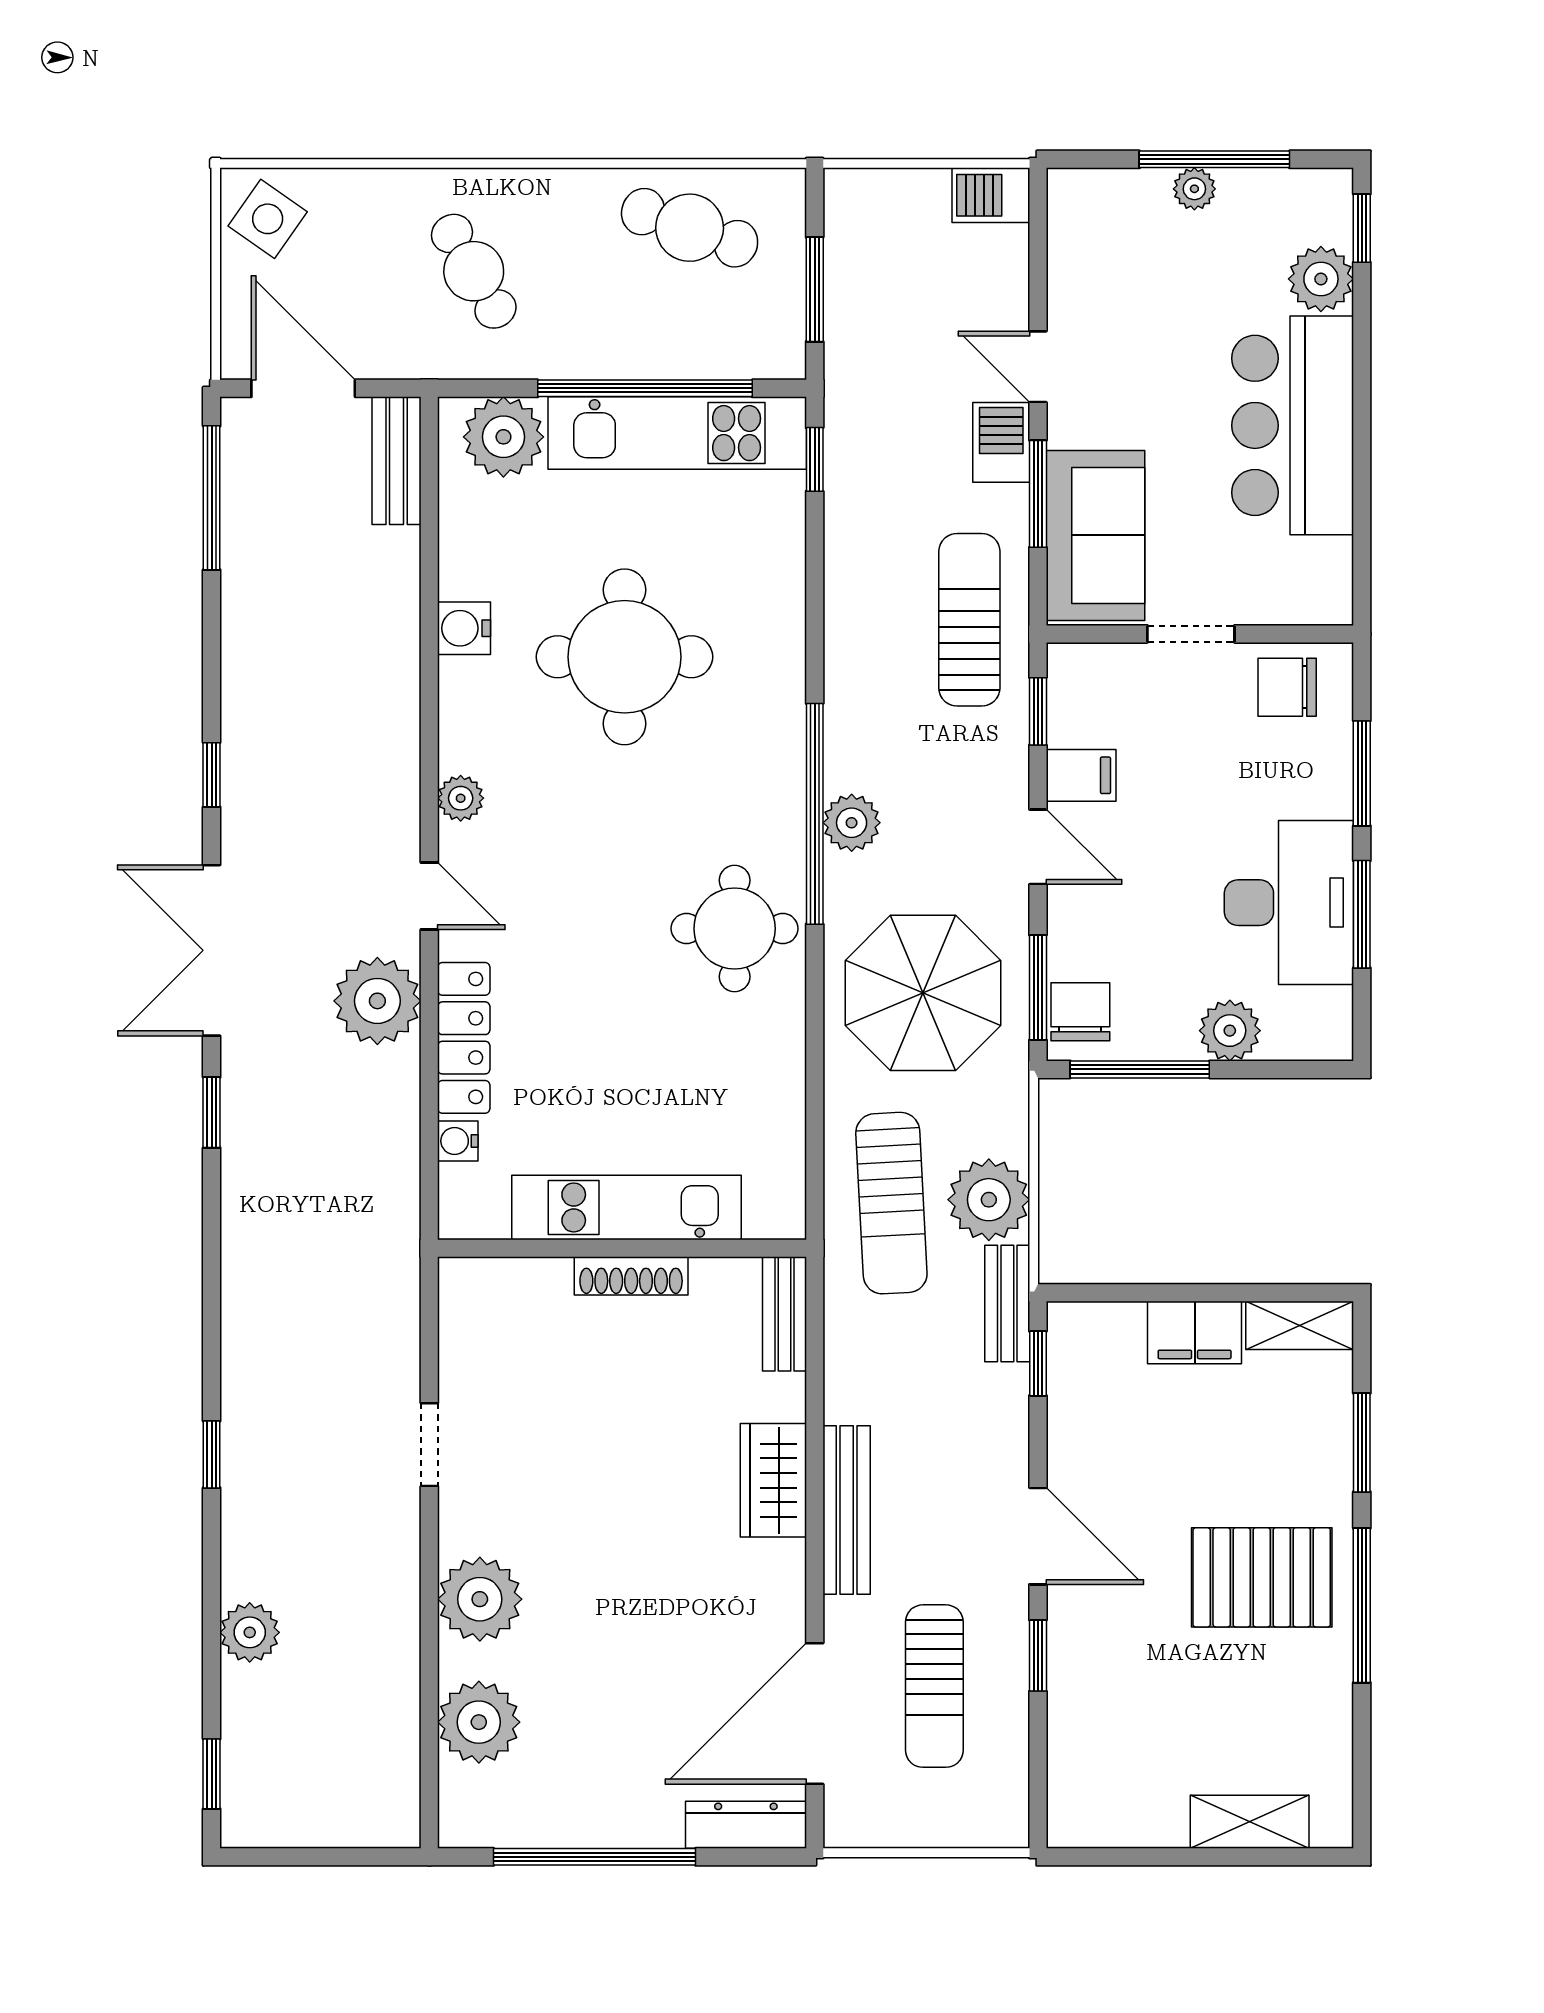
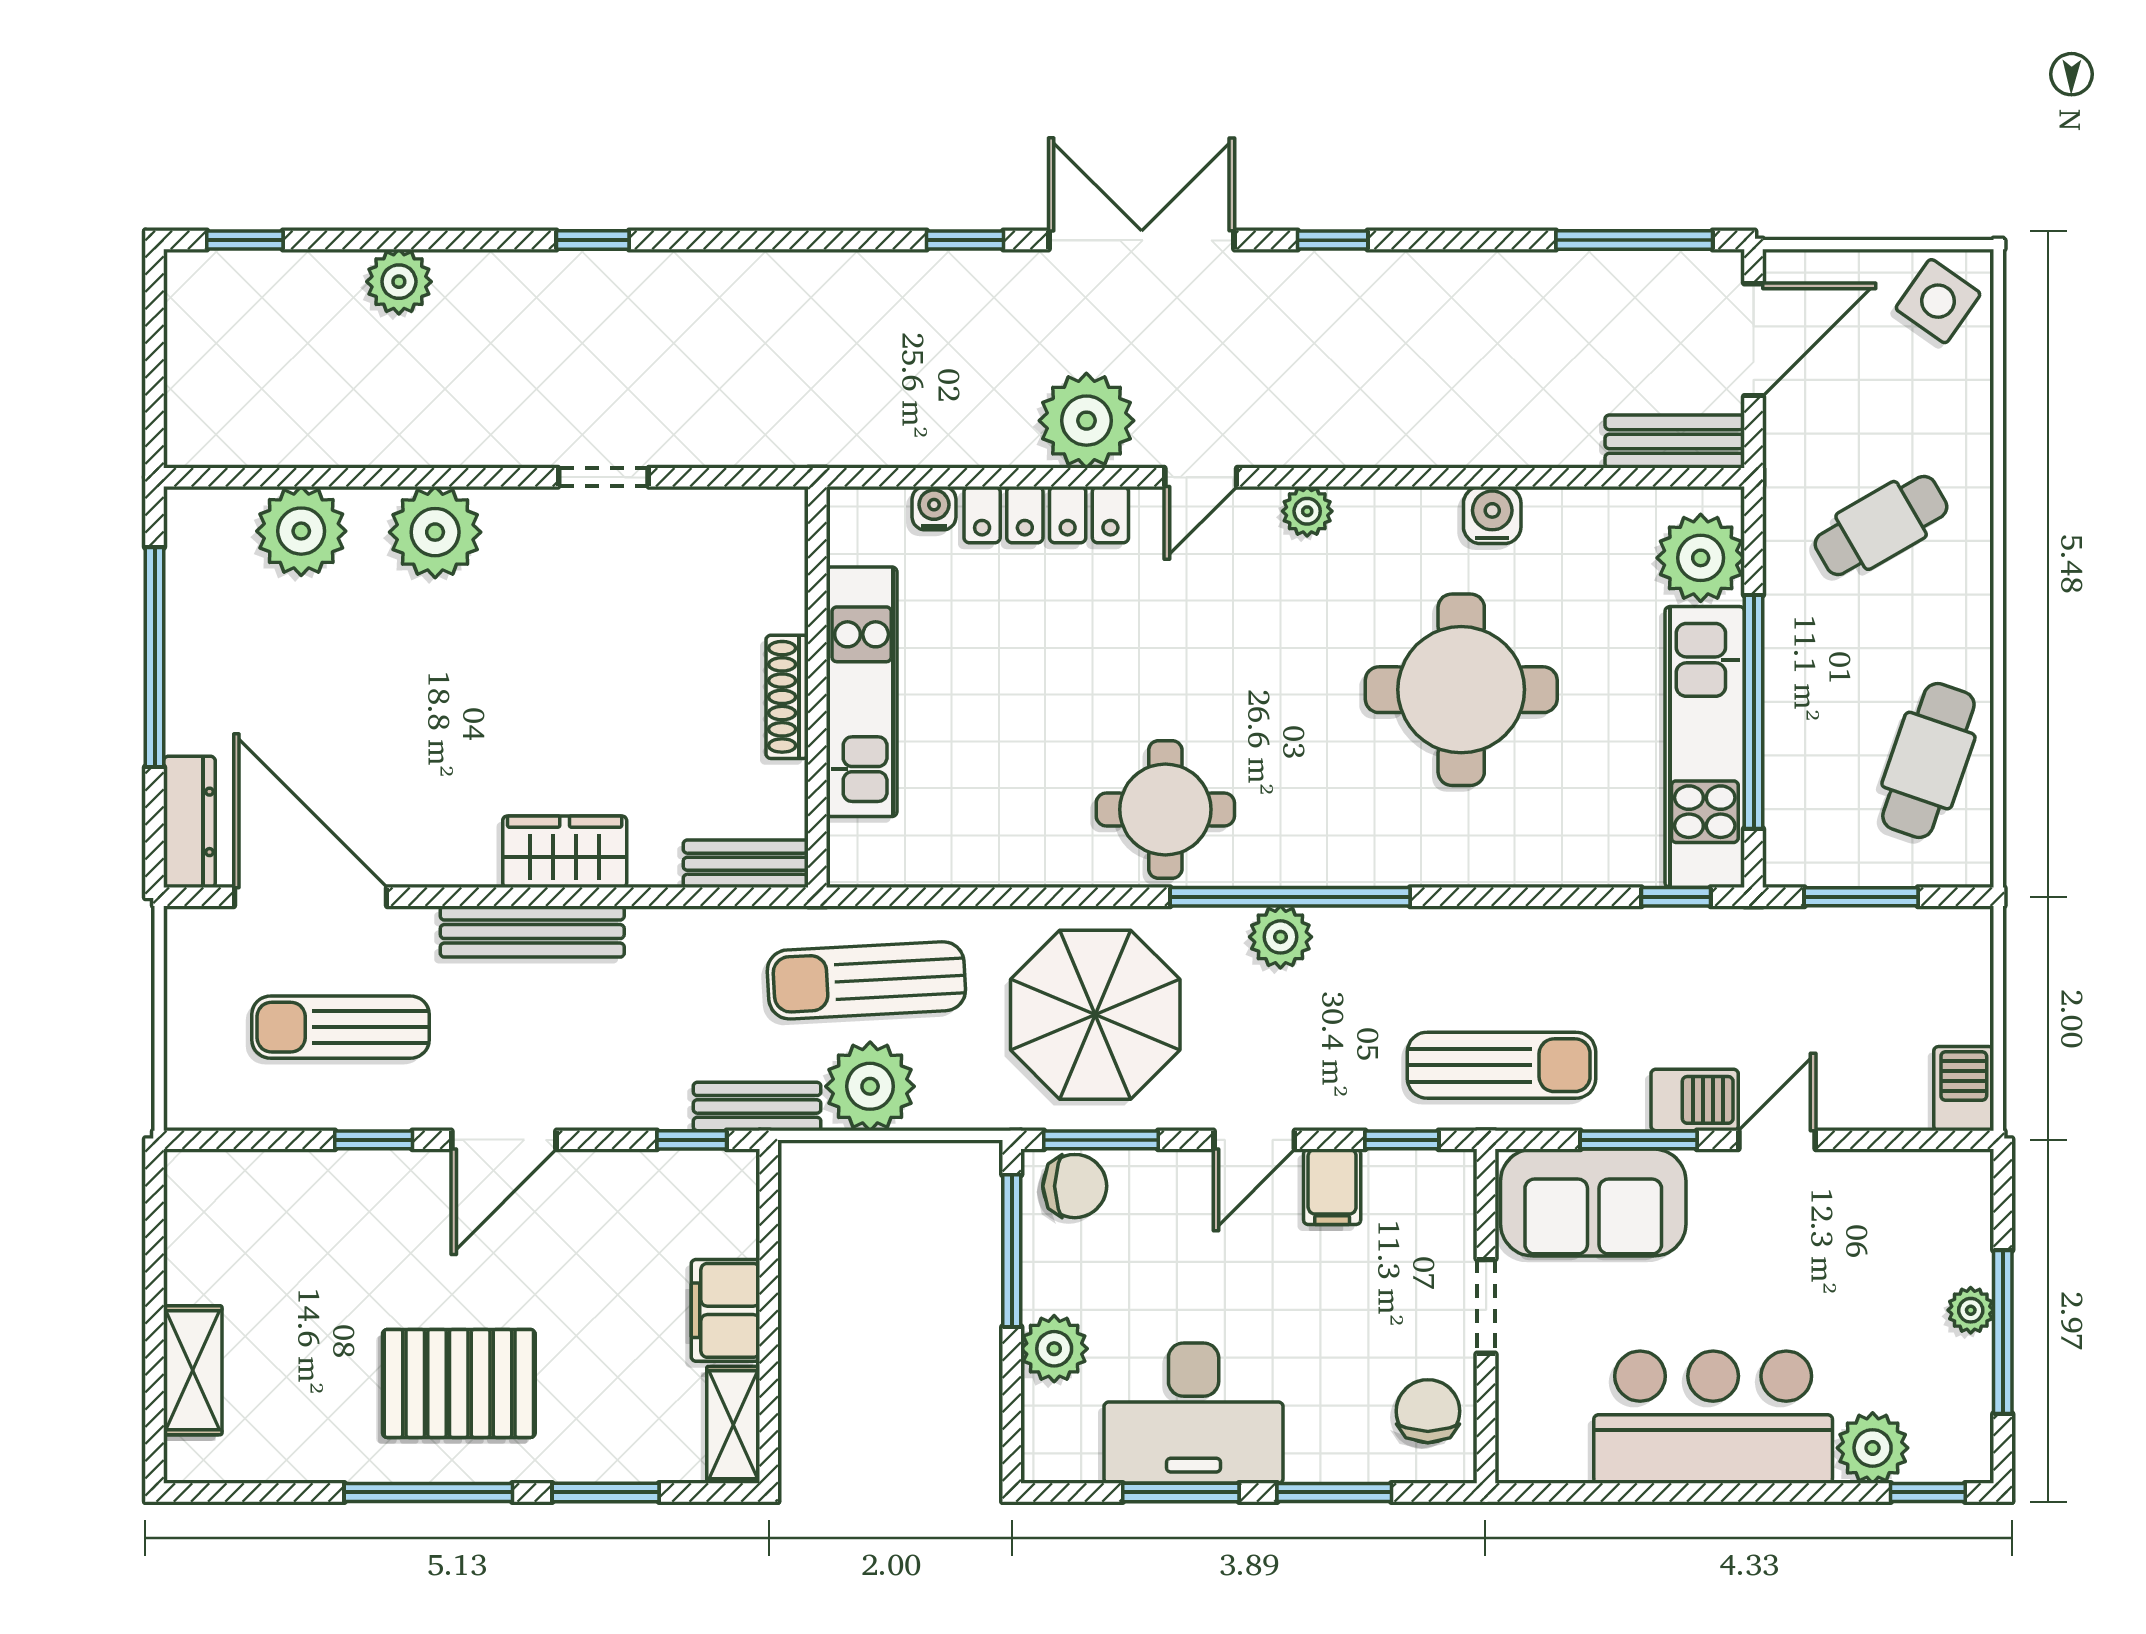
pallet: (1262, 1577) -> (459, 1383), turned 90

